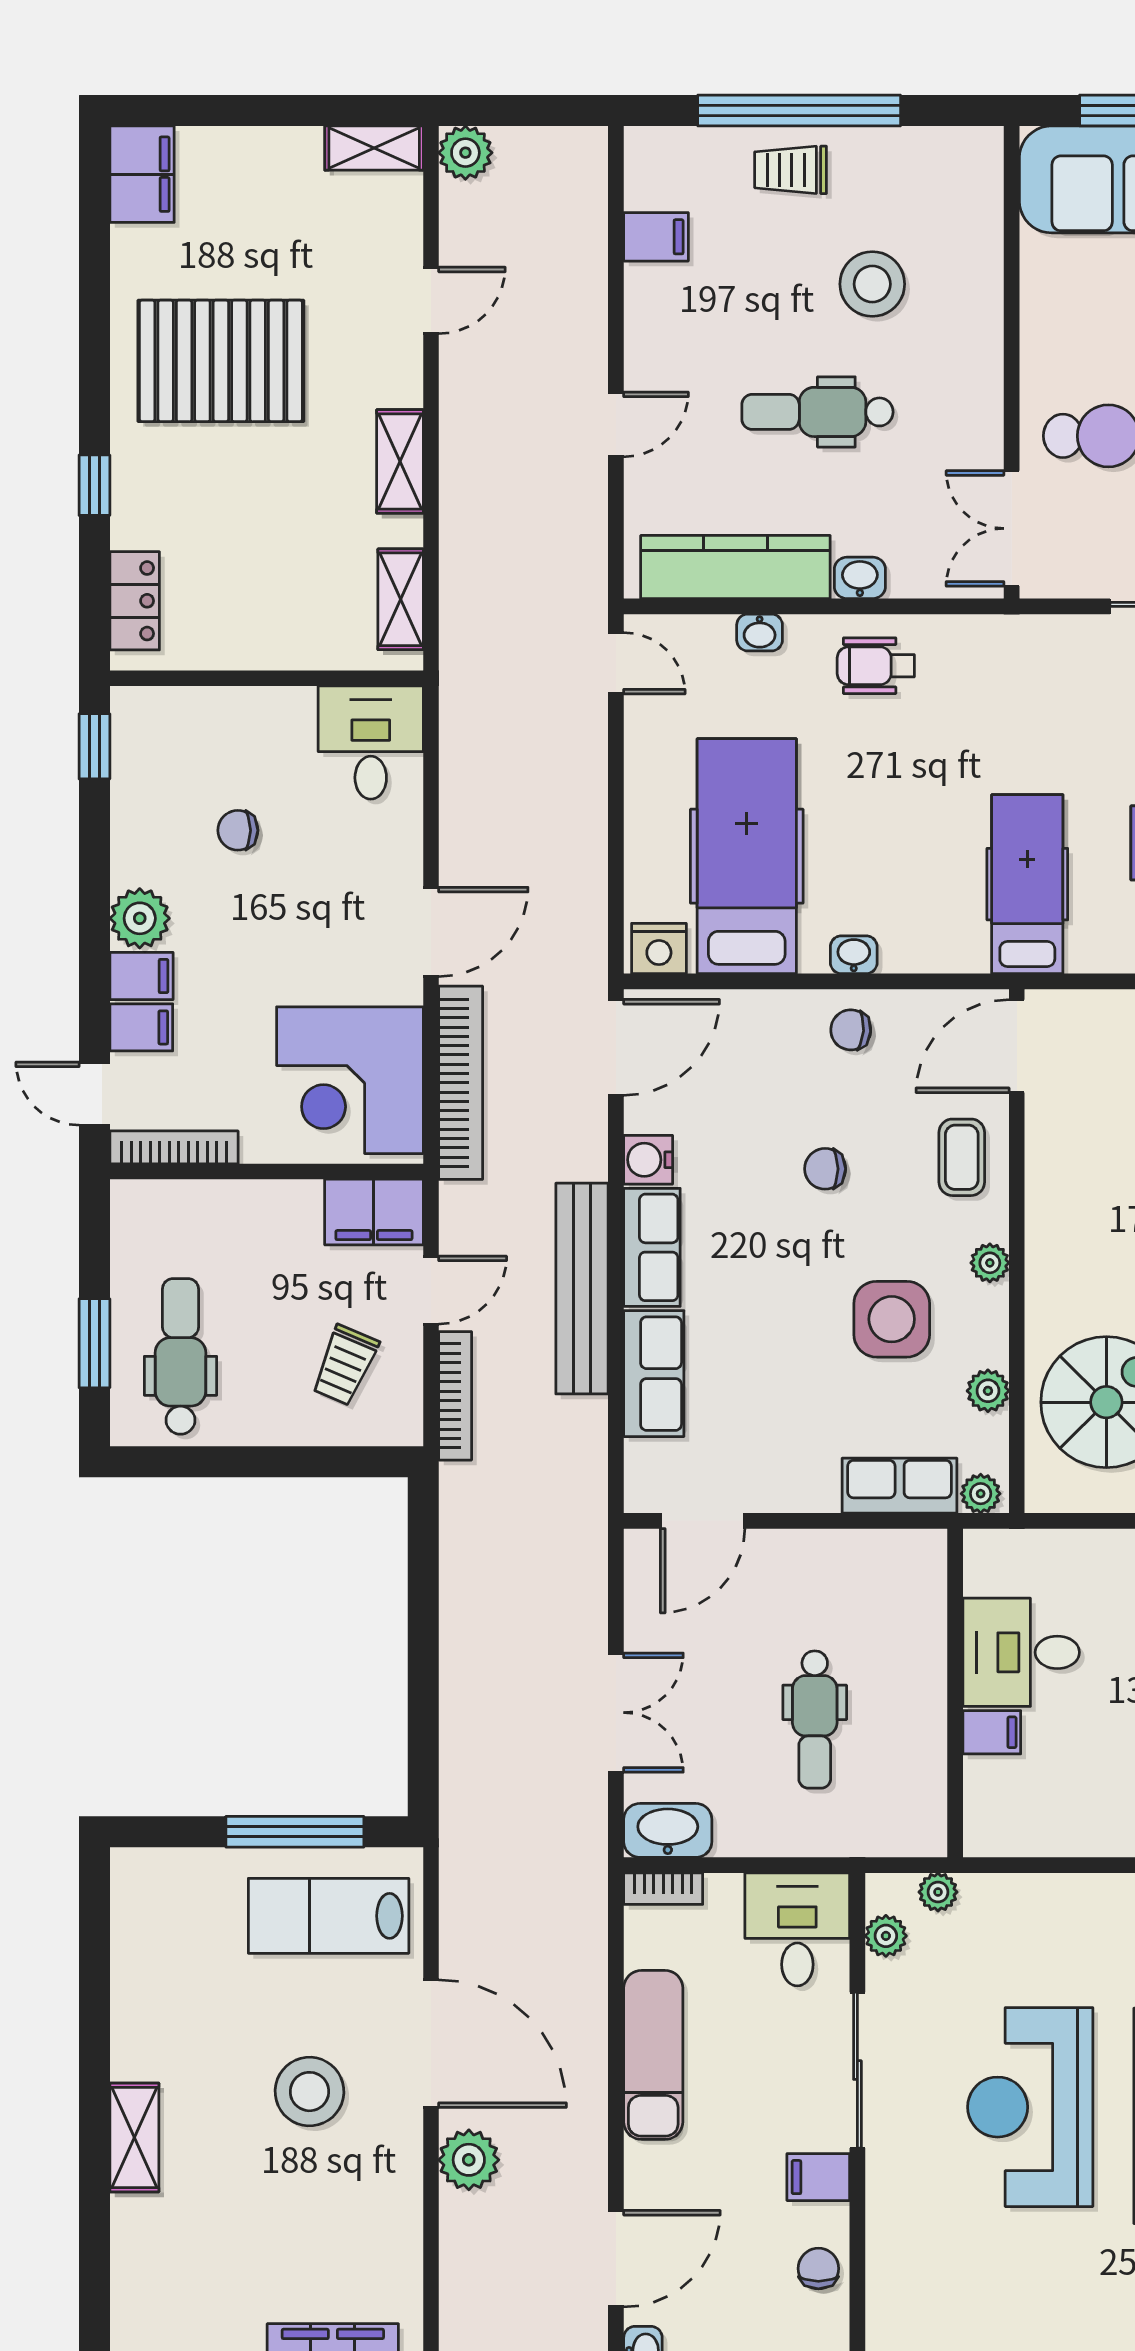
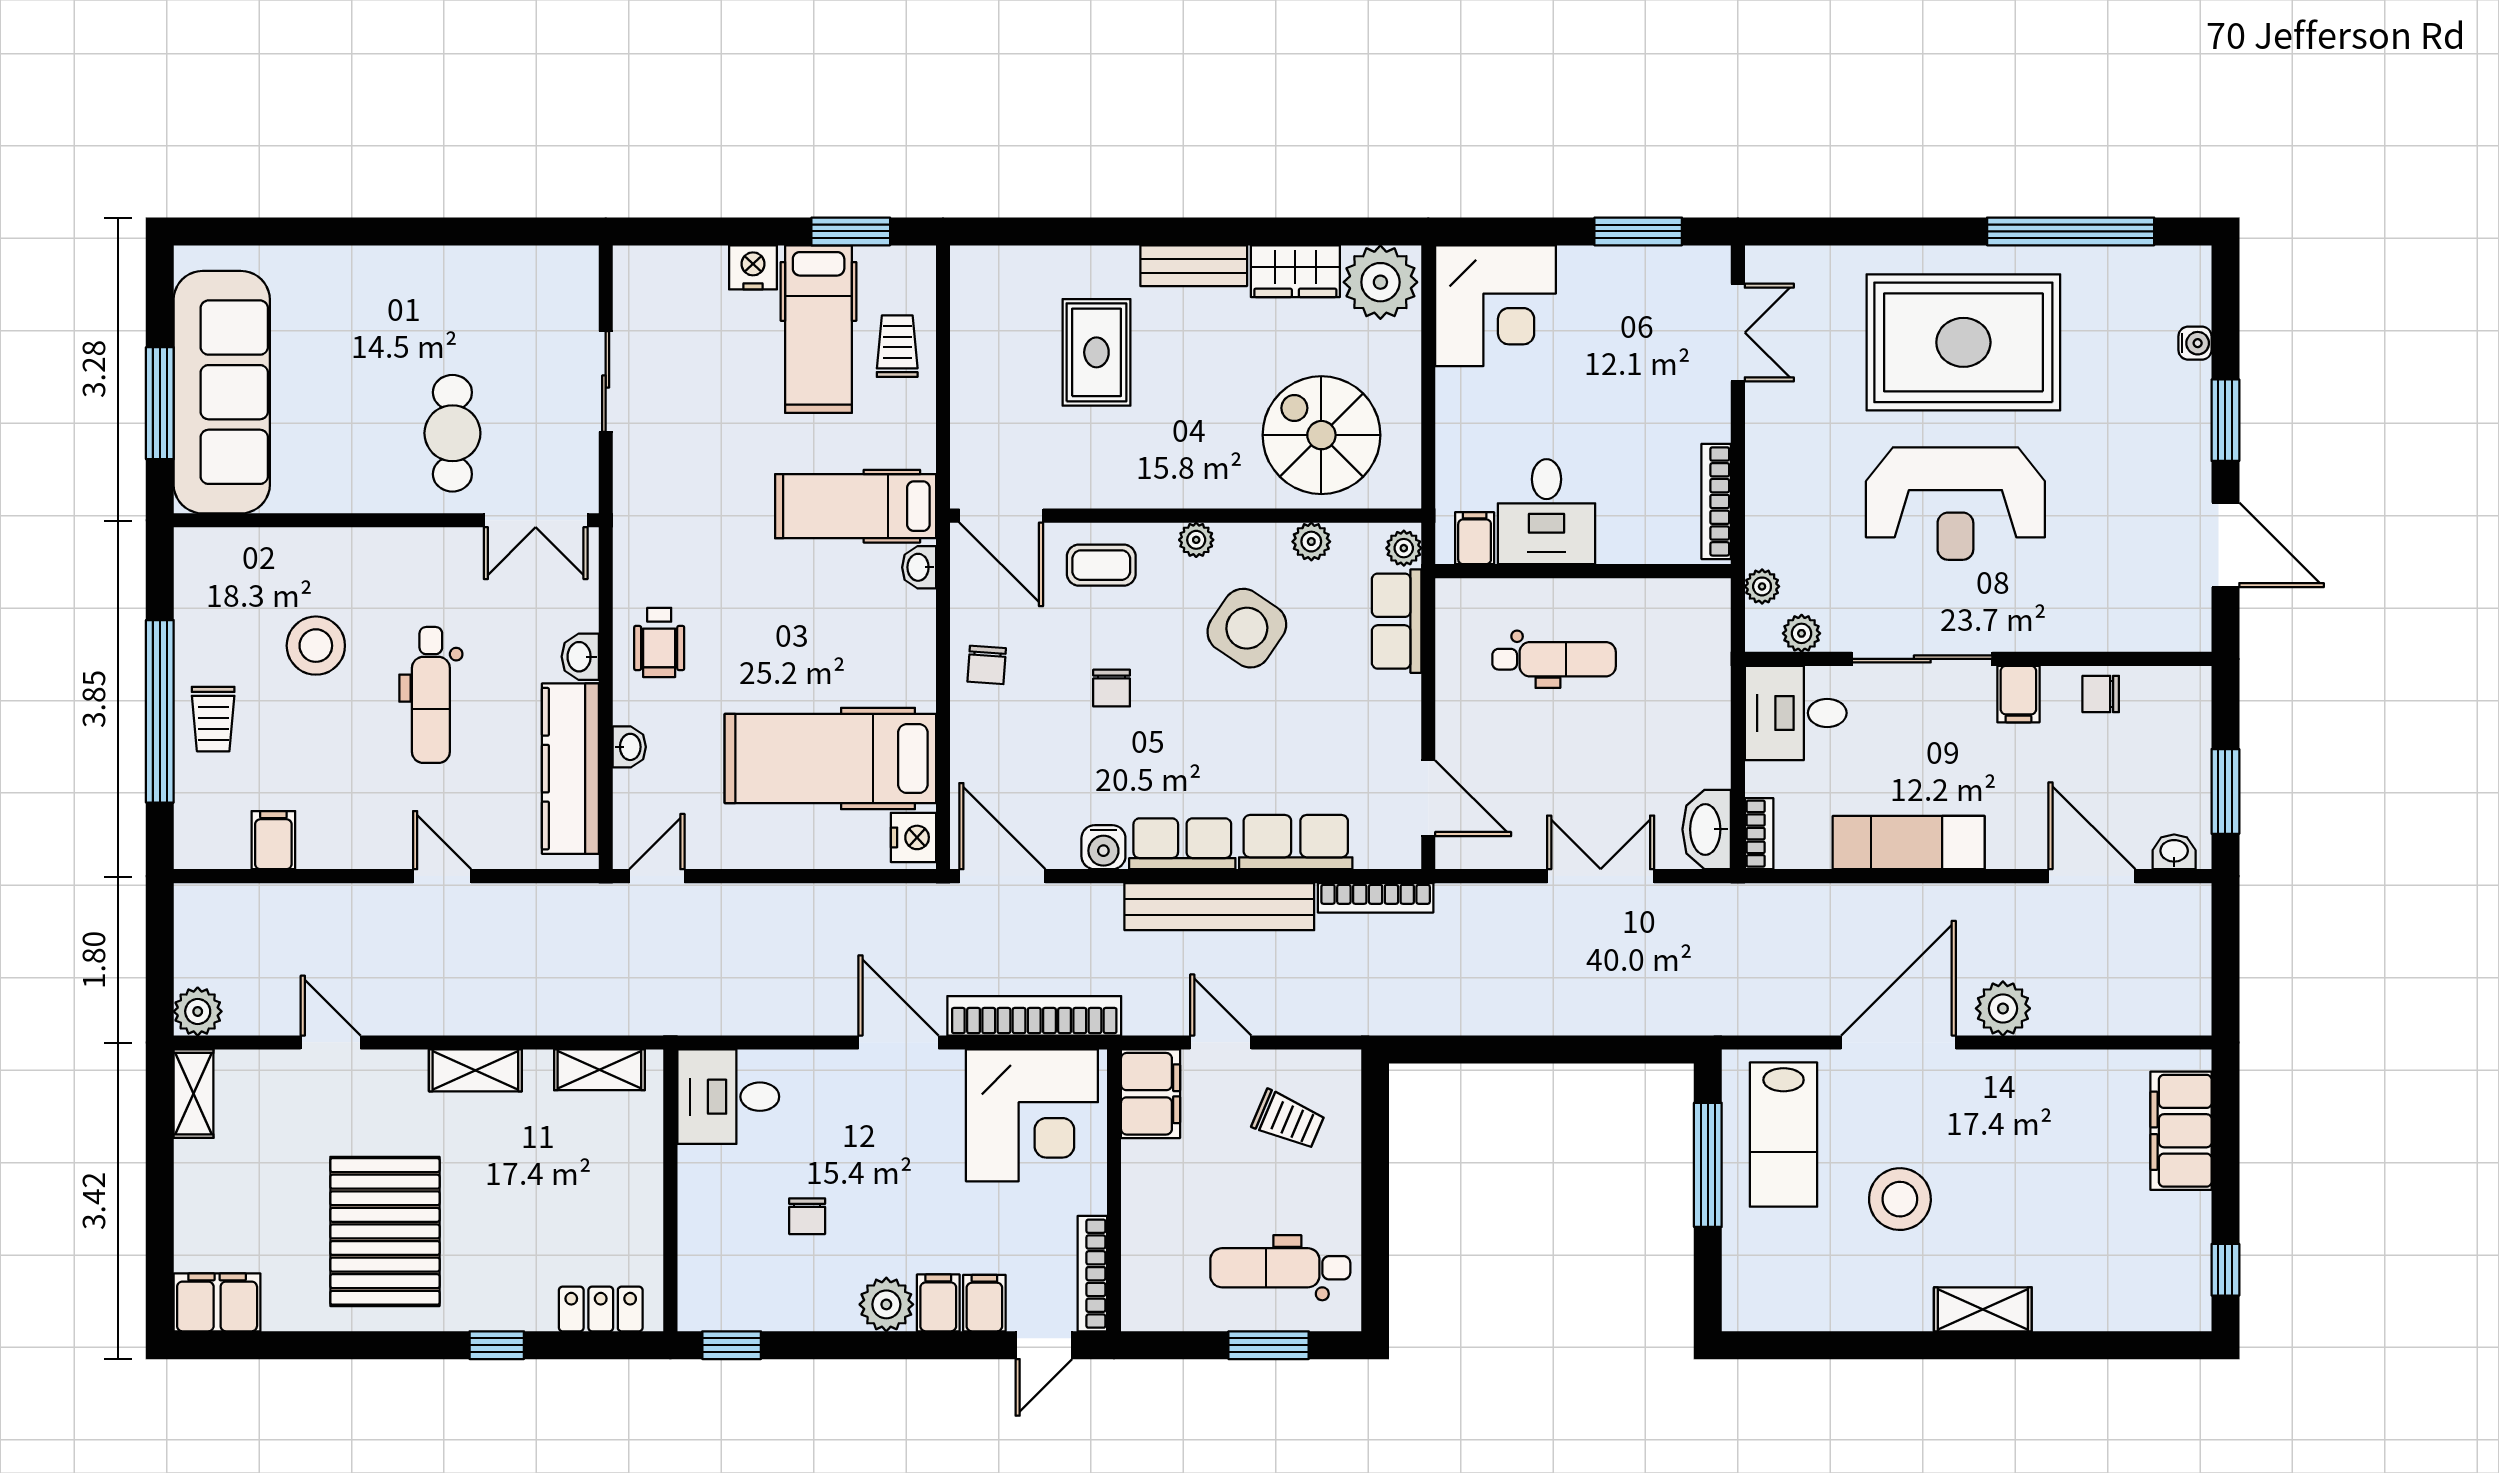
washbasin: (854, 955) -> (919, 567), moved
side table: (892, 1319) -> (1247, 628), turned 34
bookcase: (455, 1396) -> (1376, 898), moved, turned 180
dental chair: (815, 1720) -> (1554, 659), moved
filing cabinet: (992, 1732) -> (1475, 538), moved
bookcase: (1033, 1841) -> (1716, 501), added
stool: (310, 2092) -> (1900, 1199), moved

